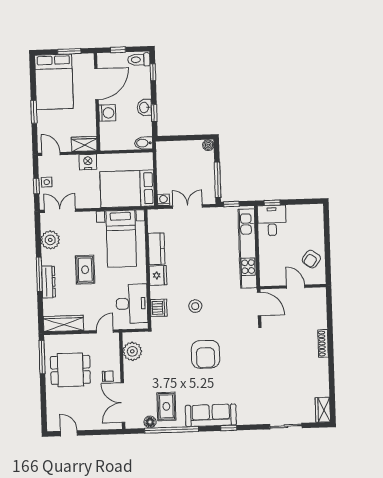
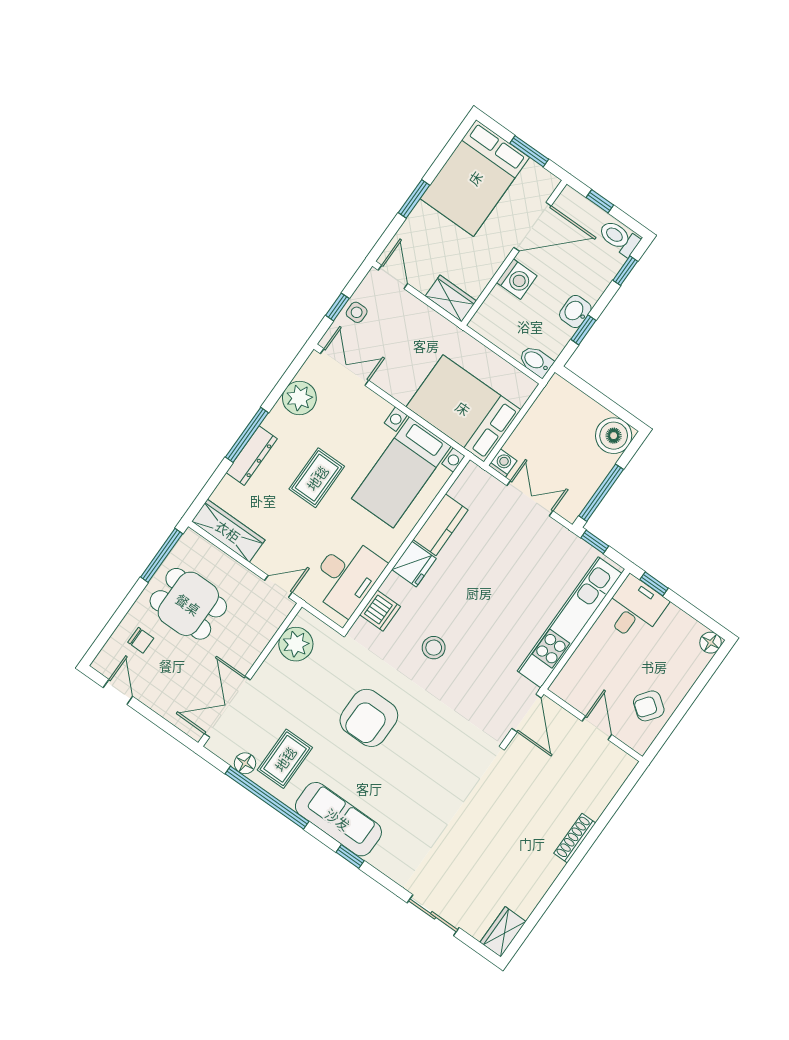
boiler: (208, 145) -> (614, 436), width x1.86, depth x1.86
nightstand: (88, 162) -> (436, 328), removed
floor lamp: (317, 210) -> (710, 643), added
armchair: (205, 354) -> (369, 718), moved
chair: (108, 376) -> (141, 640), moved

